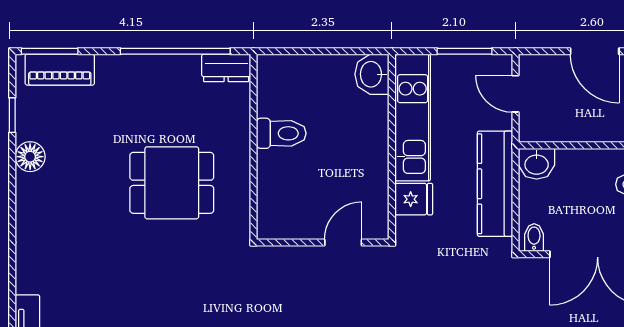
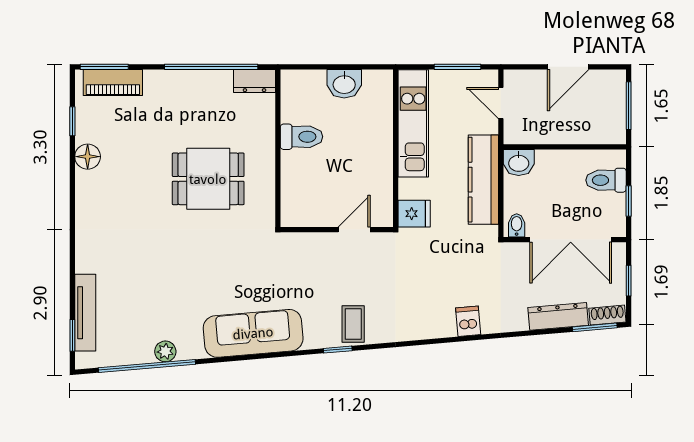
door: (595, 51) -> (568, 67), hinge flipped
washbasin: (372, 74) -> (344, 84), moved, turned -90
fridge: (414, 199) -> (414, 214), moved

